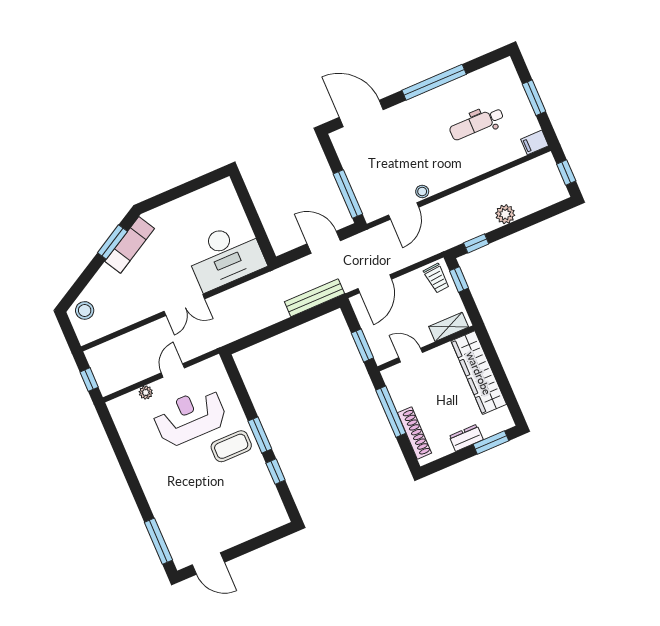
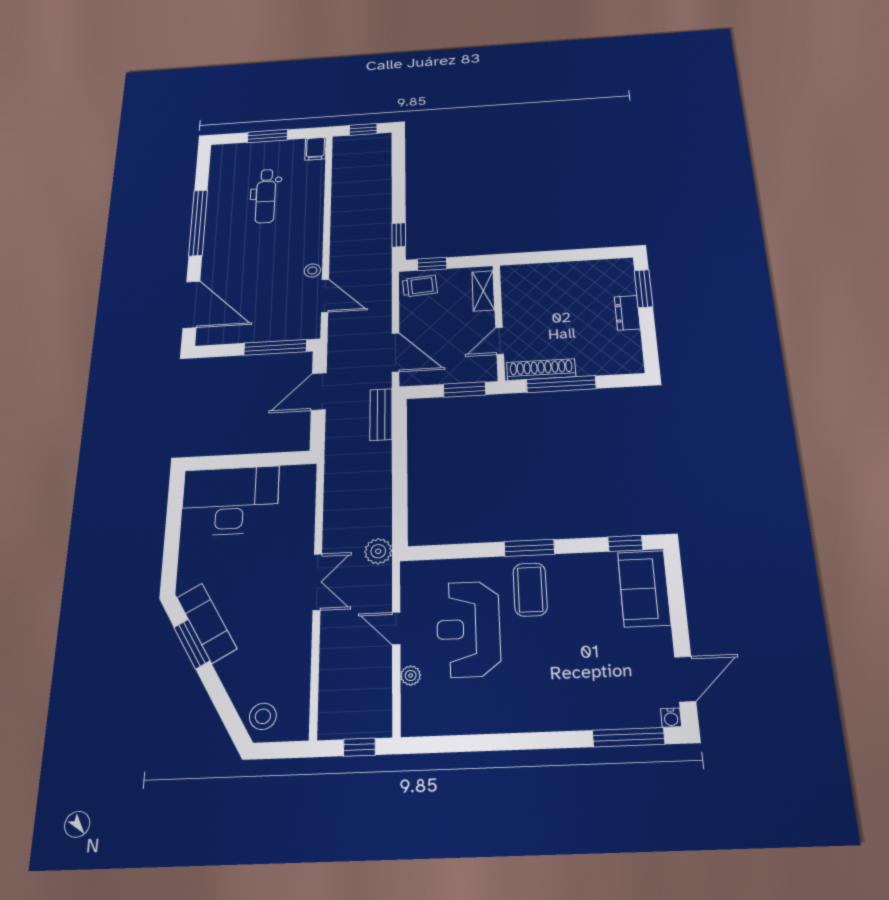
door: (361, 113) -> (191, 305), swing flipped
plant: (505, 214) -> (378, 551), moved
desk: (225, 256) -> (230, 501), moved, turned -90
bench: (315, 298) -> (381, 415), width x0.73
wardrobe: (479, 373) -> (552, 276), removed
shoe rack: (414, 433) -> (541, 370), moved
window: (276, 472) -> (625, 543), moved
sofa: (259, 519) -> (644, 589), added
water cooler: (180, 563) -> (671, 718), added

